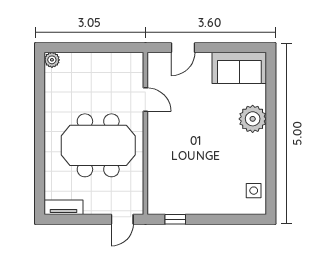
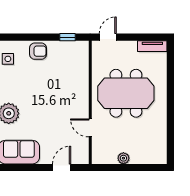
plant: (52, 60) -> (123, 158), moved
armchair: (214, 201) -> (38, 51), added

